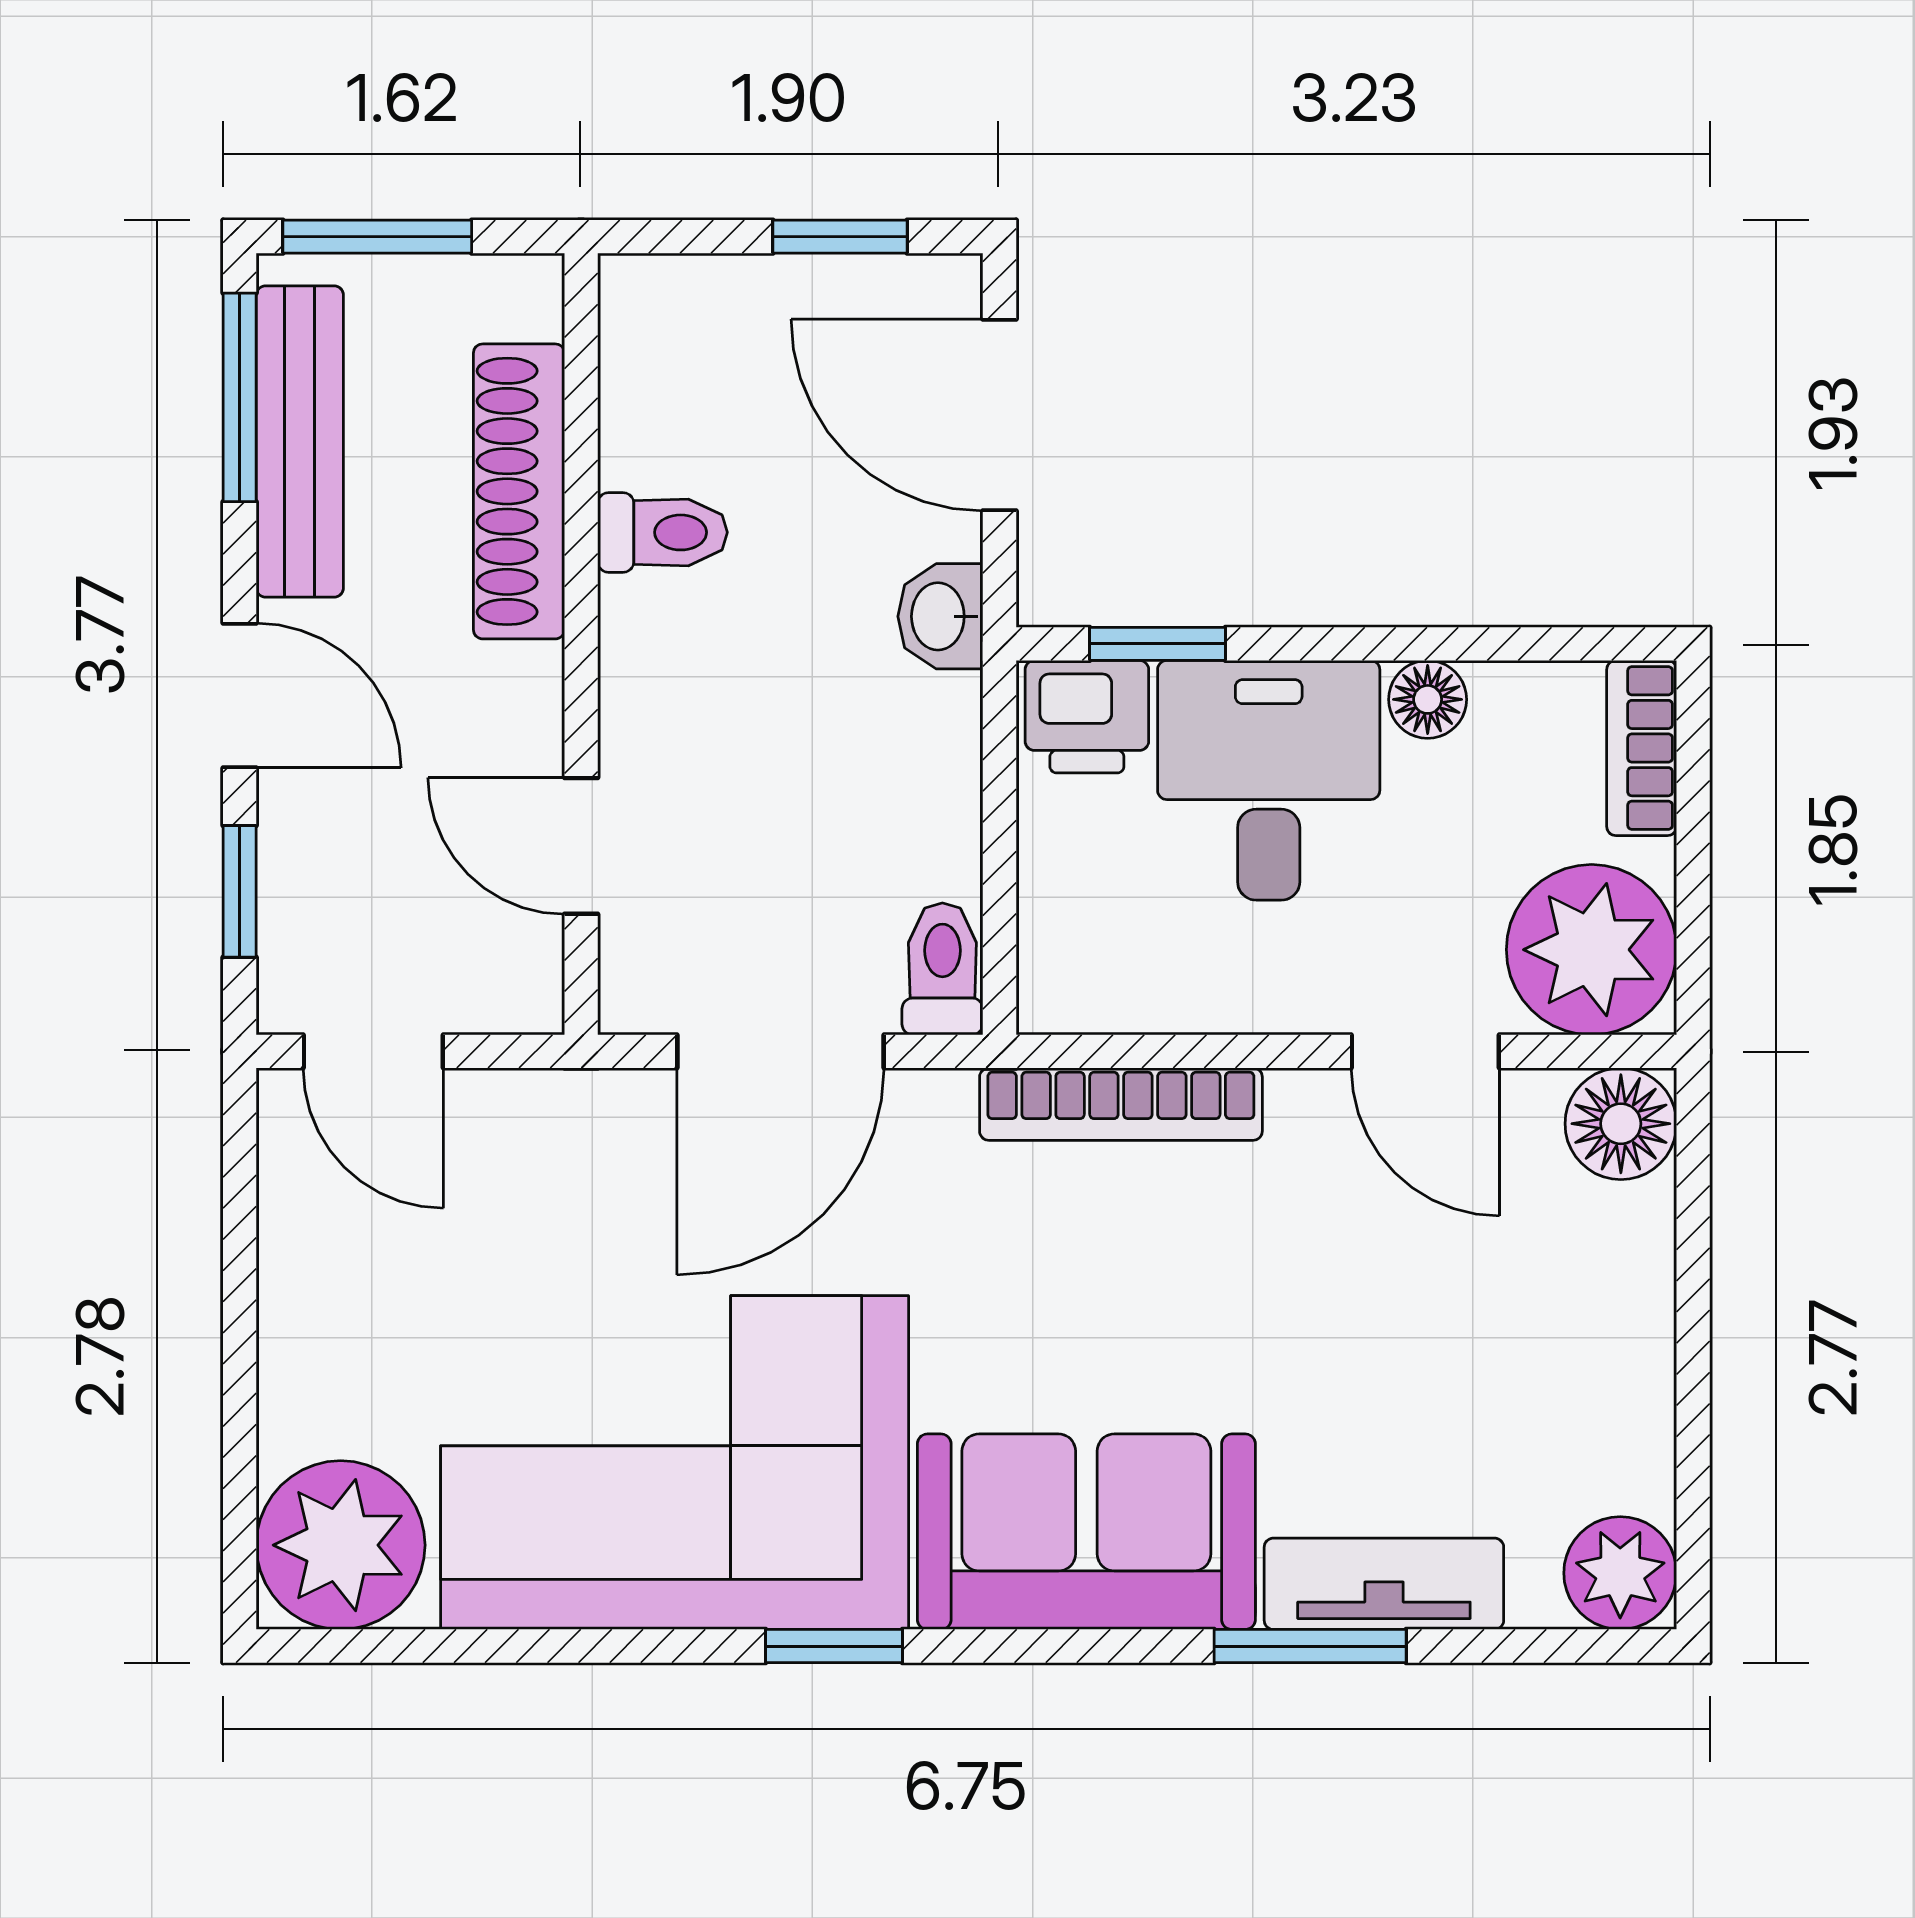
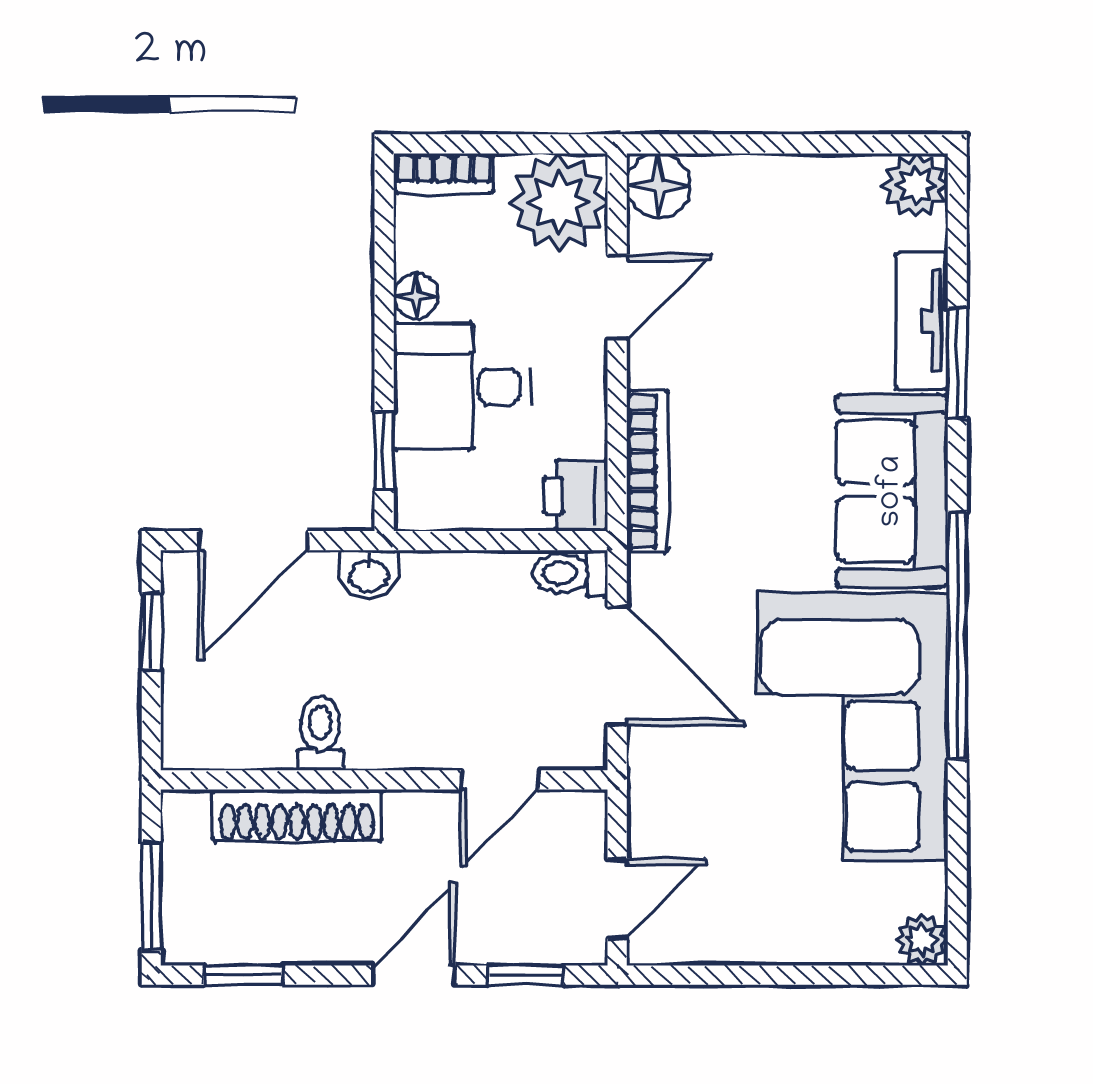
window: (240, 397) -> (243, 975), width x0.67
bench: (300, 442) -> (268, 941), removed
printer: (1087, 717) -> (576, 496), moved, turned 180
plant: (341, 1545) -> (922, 940), width x0.53, depth x0.53
window: (834, 1646) -> (957, 635), width x3.17

